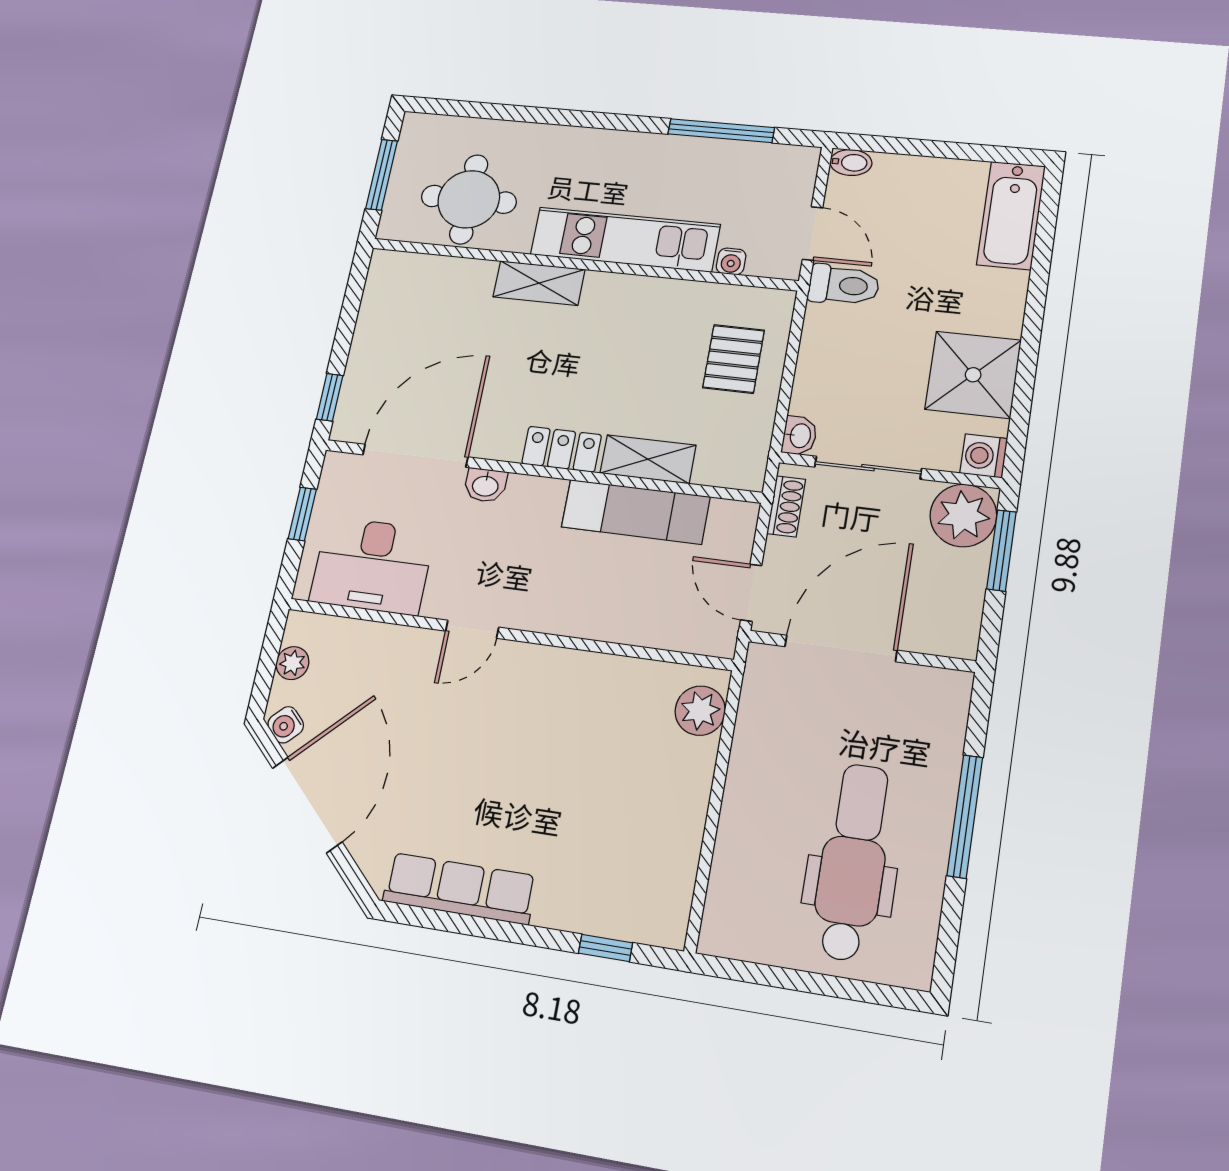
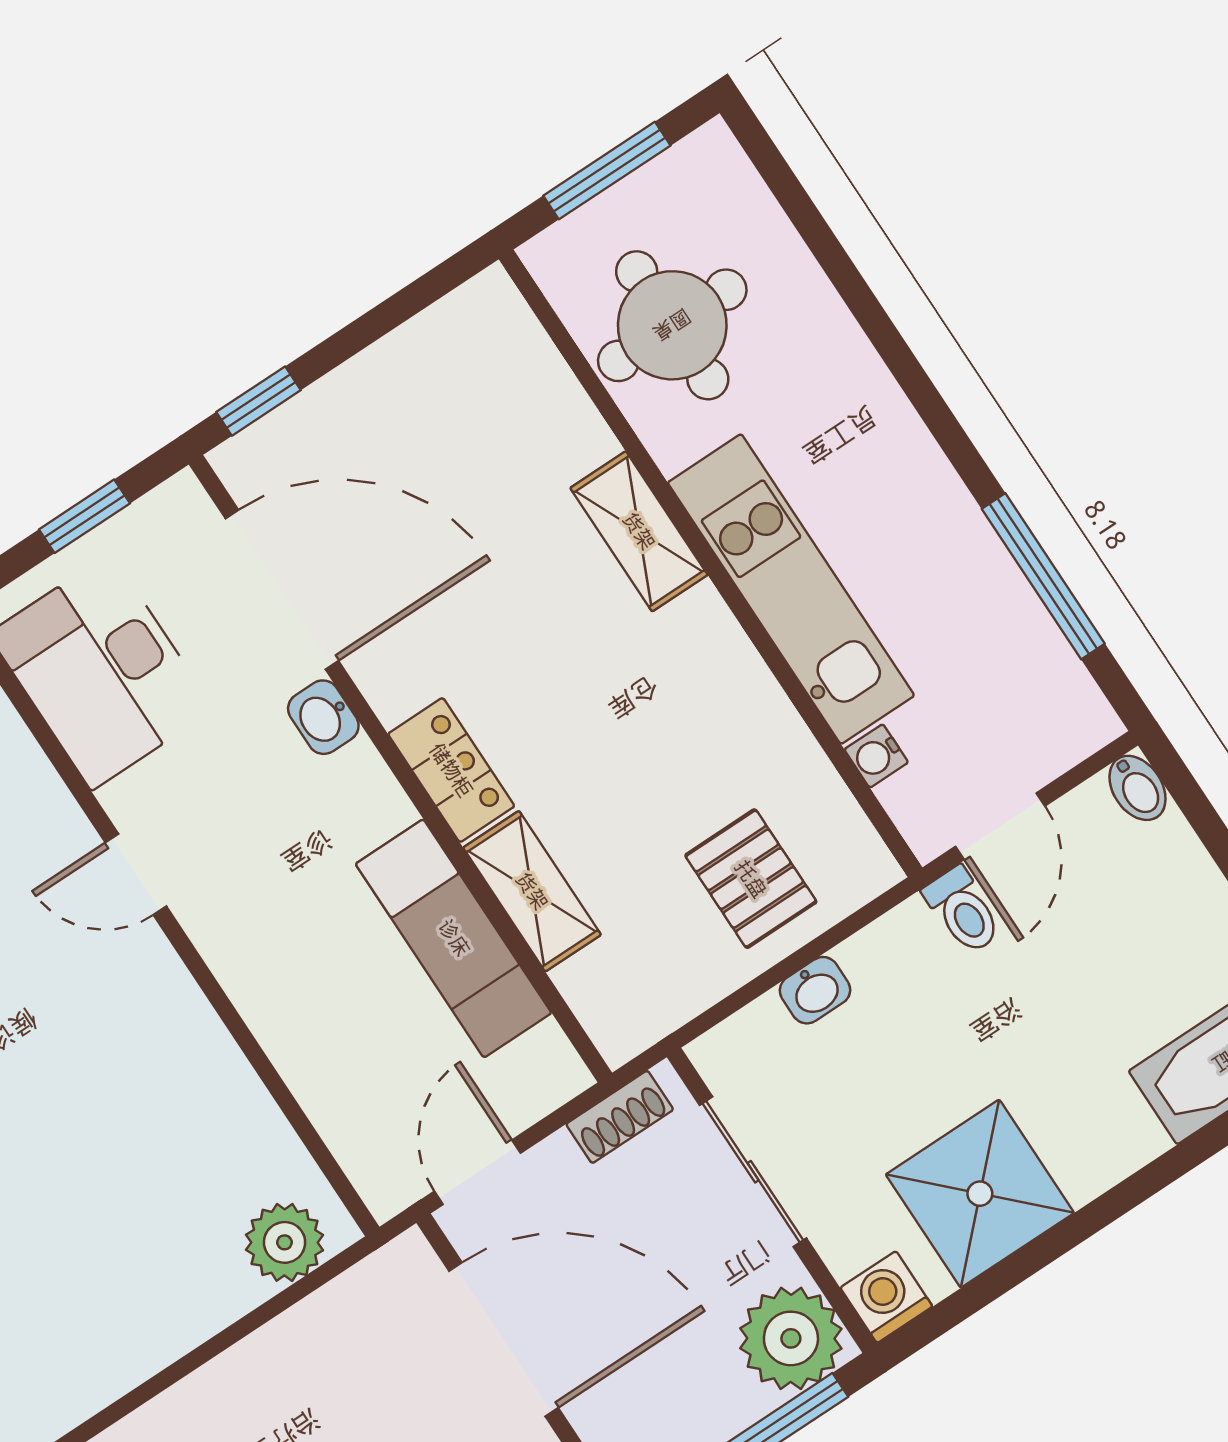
toilet: (844, 285) -> (963, 911), width x0.73, depth x0.72
pallet: (734, 359) -> (751, 879), turned 90
washbasin: (799, 436) -> (815, 990), moved

